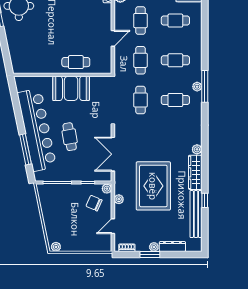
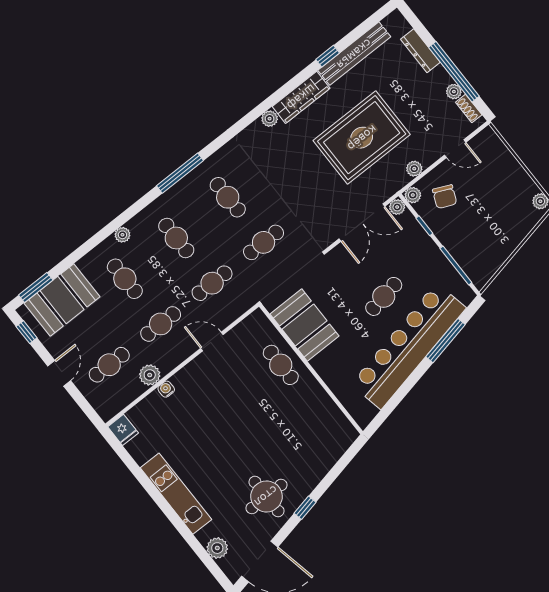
plant: (197, 87) -> (122, 235), moved
booth: (71, 88) -> (304, 325), moved
plant: (107, 177) -> (397, 207), added
plant: (154, 247) -> (454, 92), moved
window: (150, 255) -> (454, 72), width x2.11

